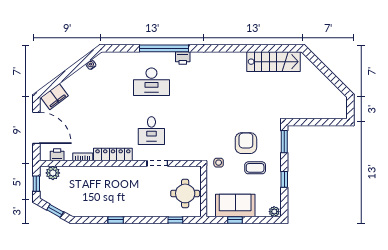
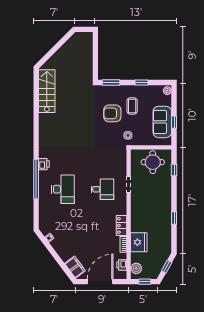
locker: (113, 155) -> (121, 225), width x0.66
fridge: (85, 176) -> (139, 242), added

